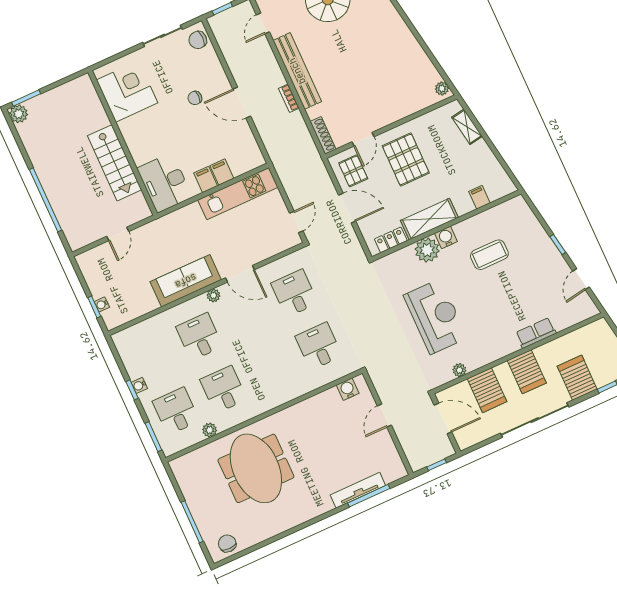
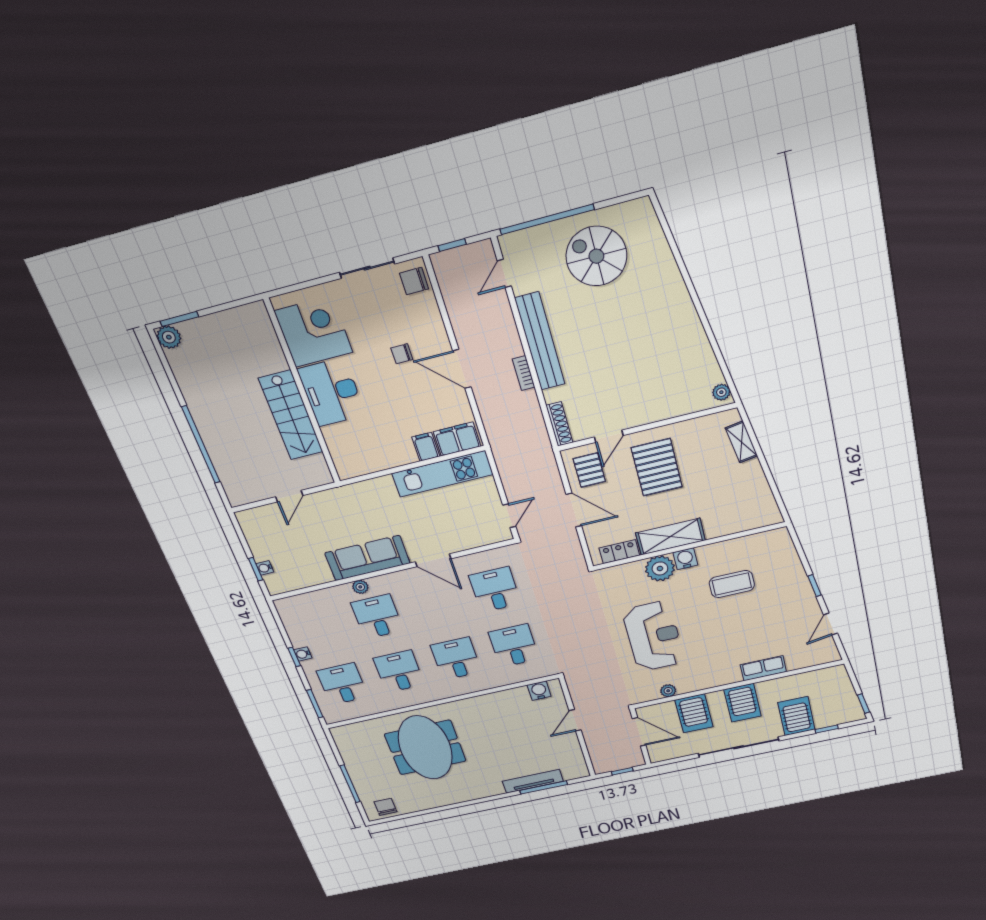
filing cabinet: (206, 179) -> (457, 439), moved, width x2.00
desk: (165, 183) -> (332, 392), moved
filing cabinet: (479, 197) -> (736, 522), removed
plant: (213, 295) -> (360, 587), moved
desk: (271, 368) -> (456, 659), added
plant: (210, 430) -> (379, 706), removed

